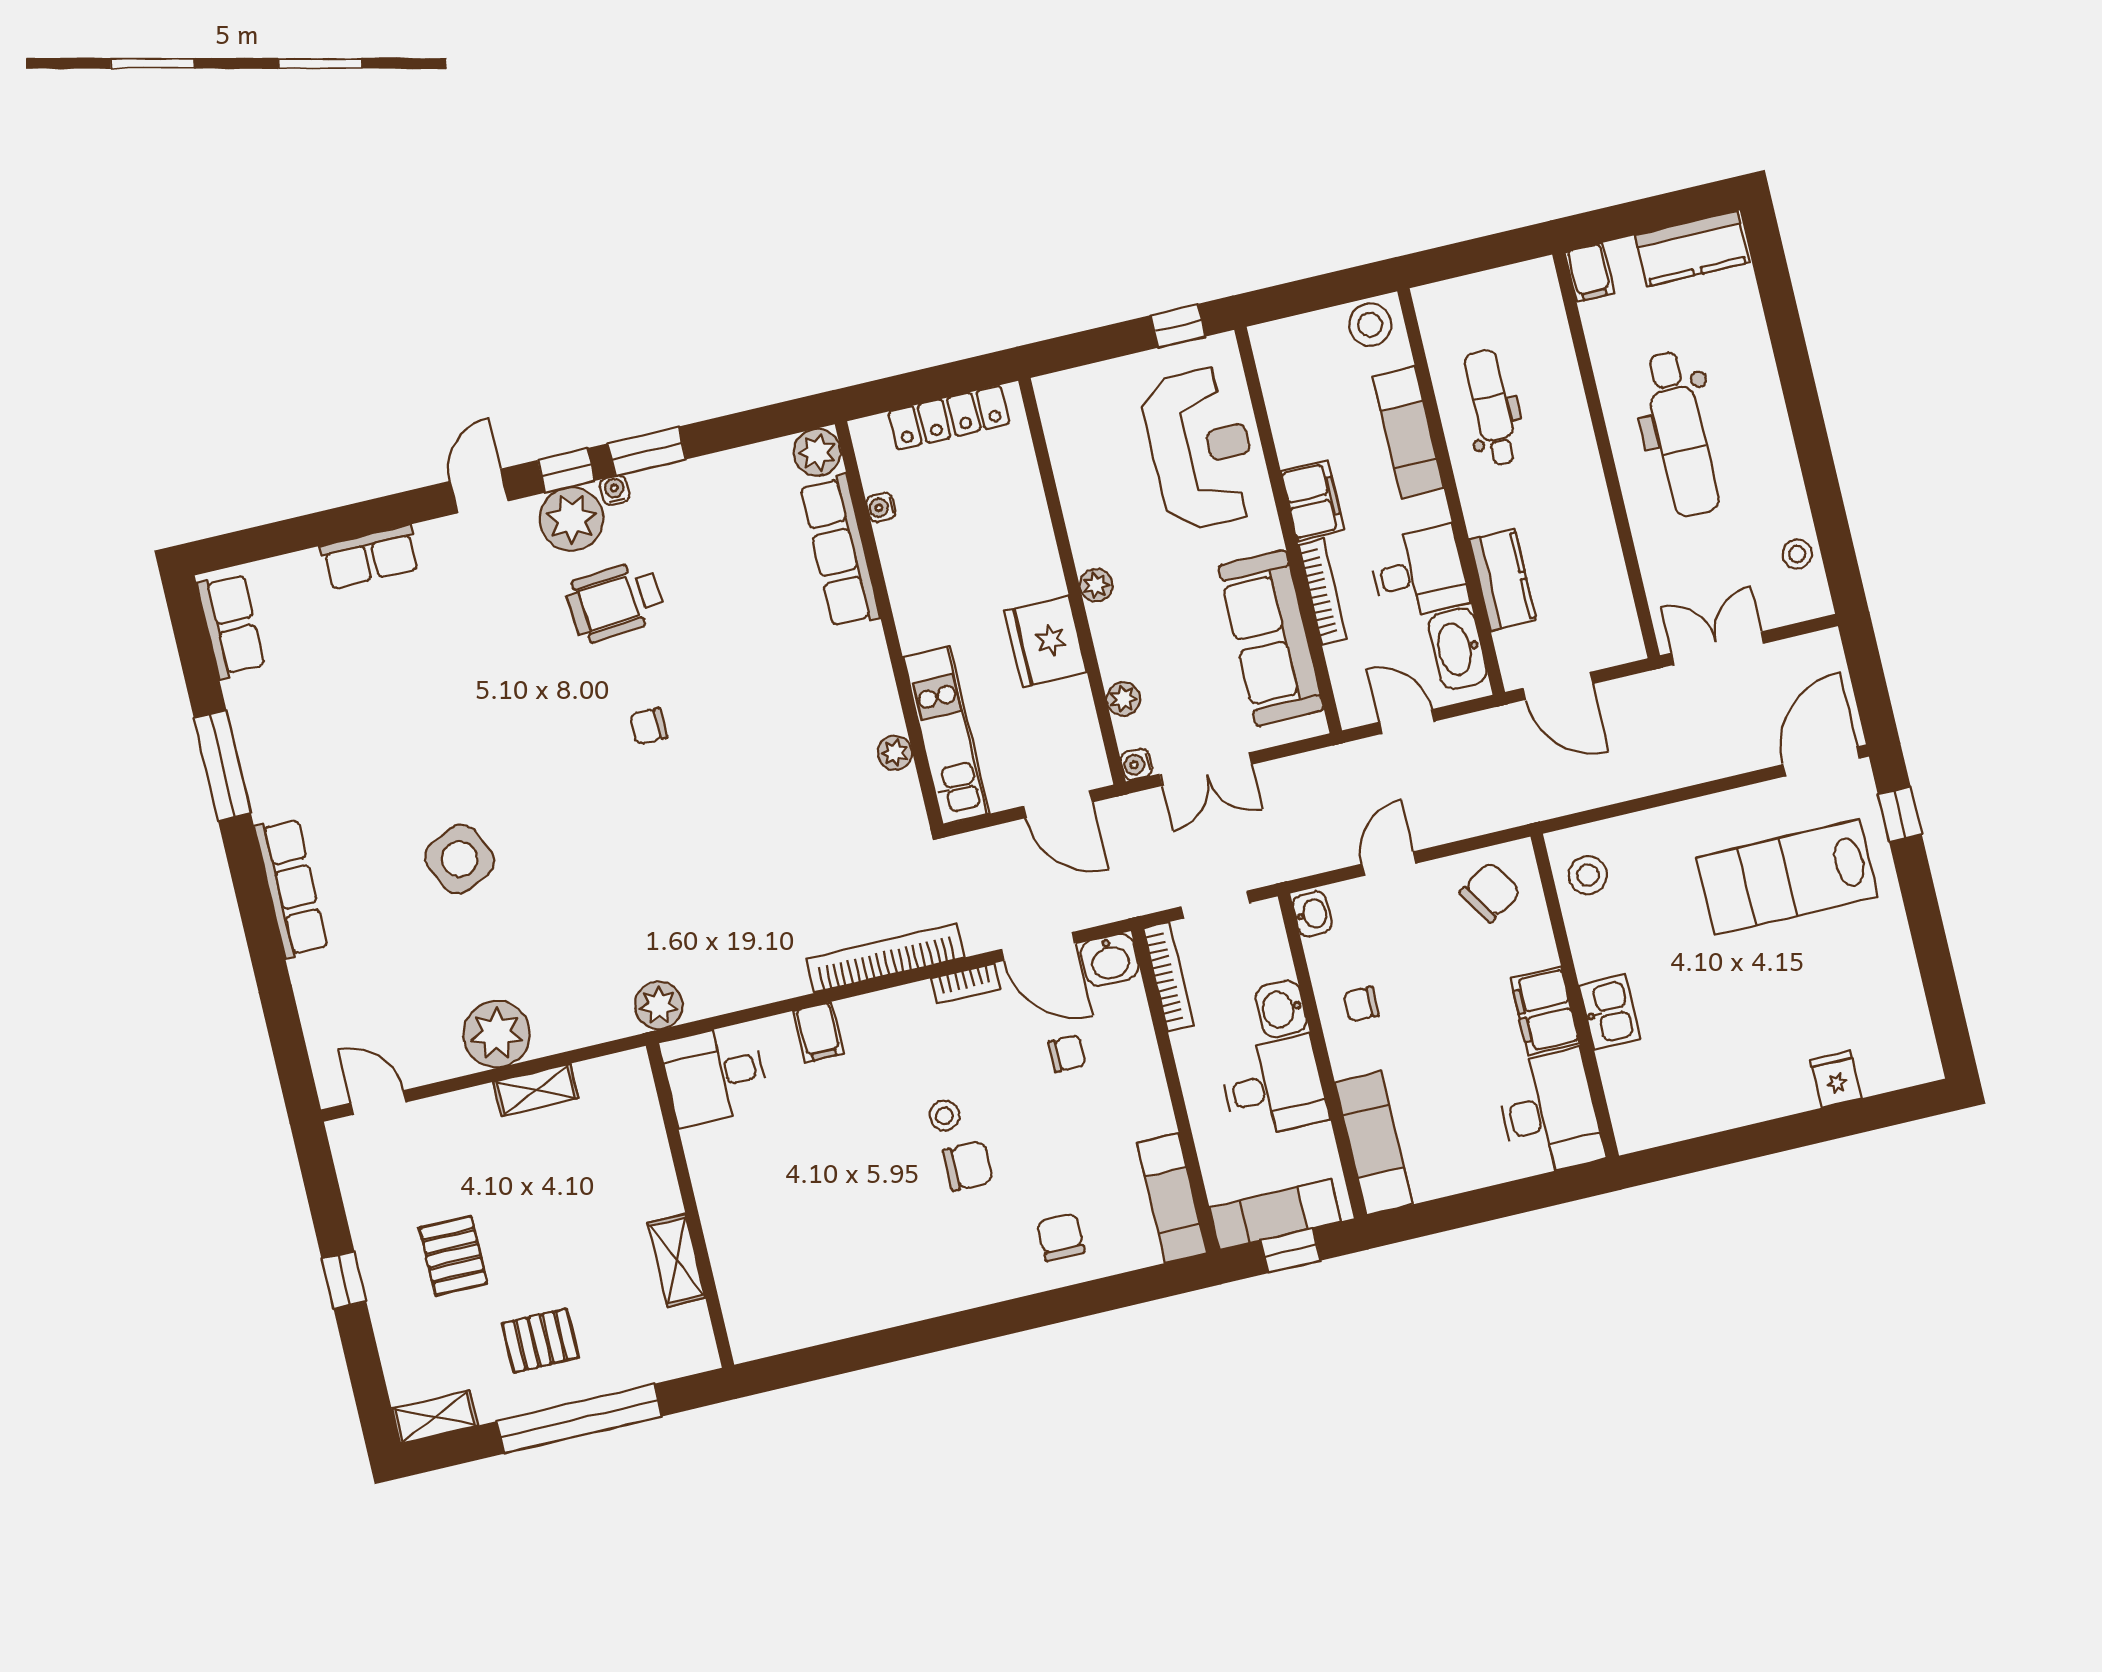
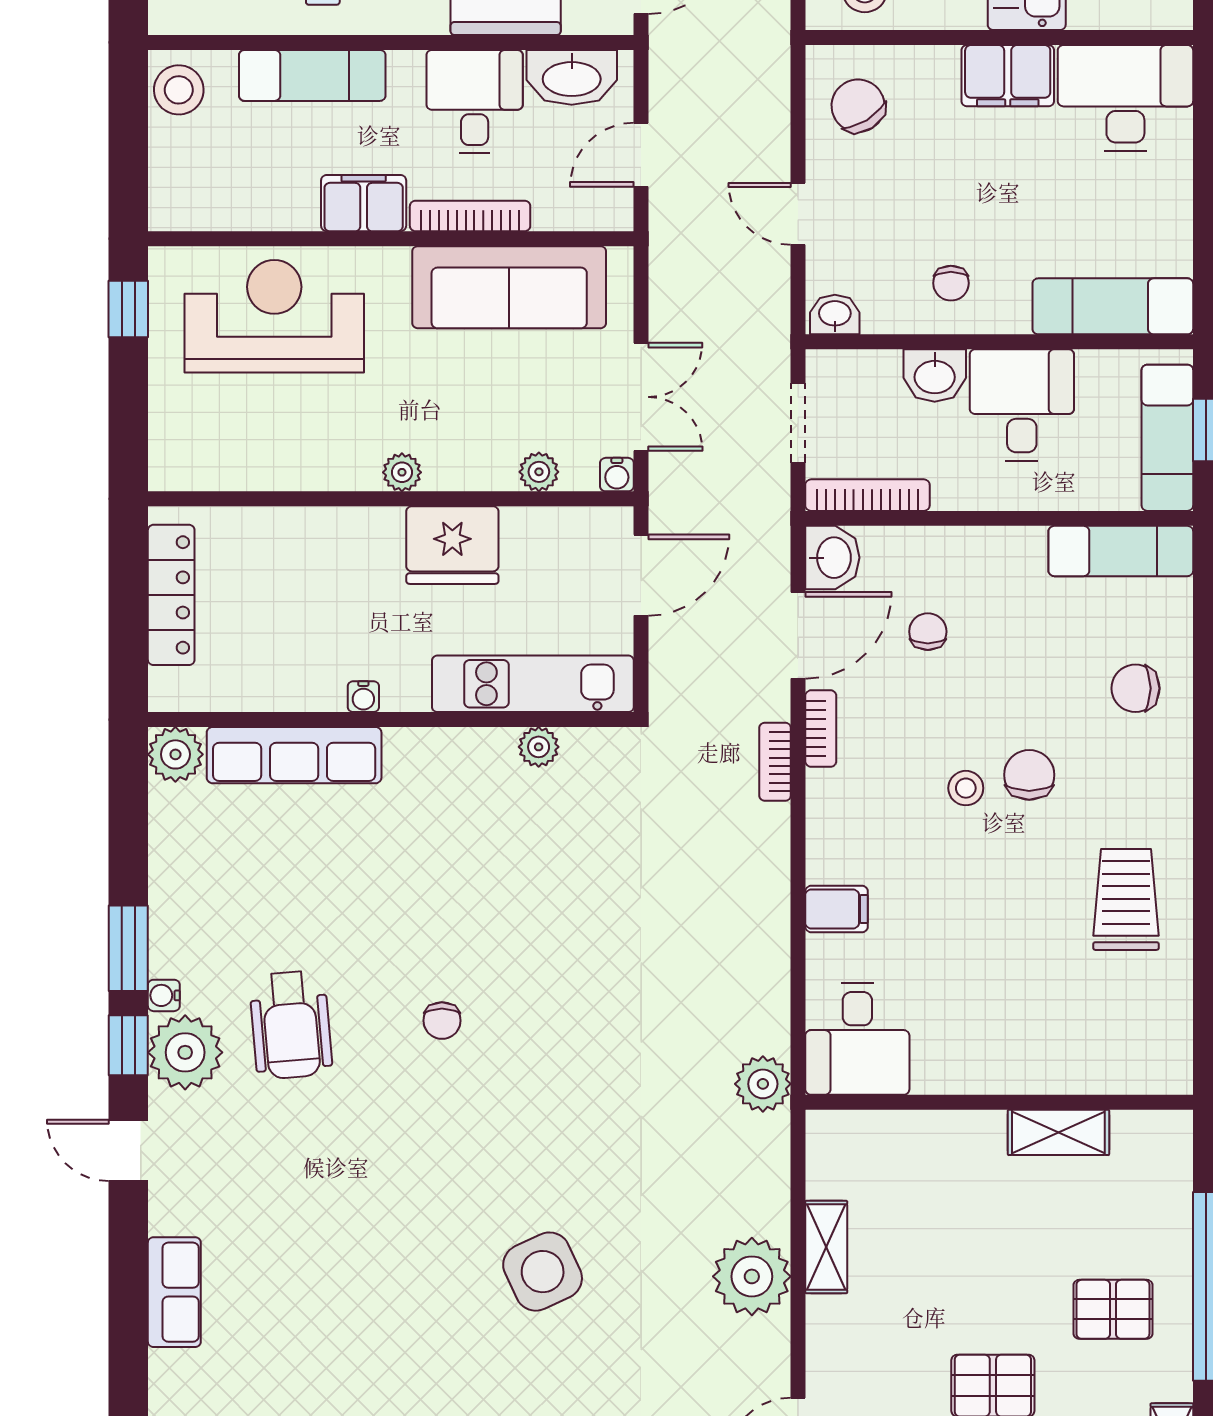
water cooler: (881, 507) -> (363, 697), moved
bookcase: (885, 958) -> (775, 762), width x0.43, depth x0.76
trolley: (883, 1271) -> (1126, 899), added
pallet: (540, 1340) -> (1113, 1309), turned 90

